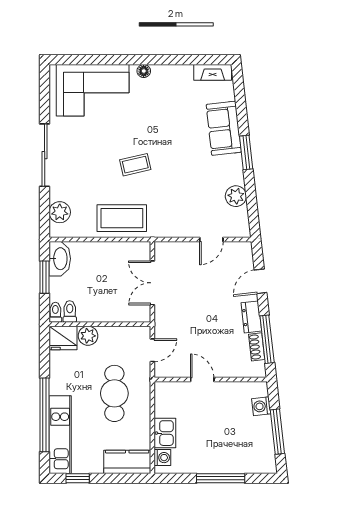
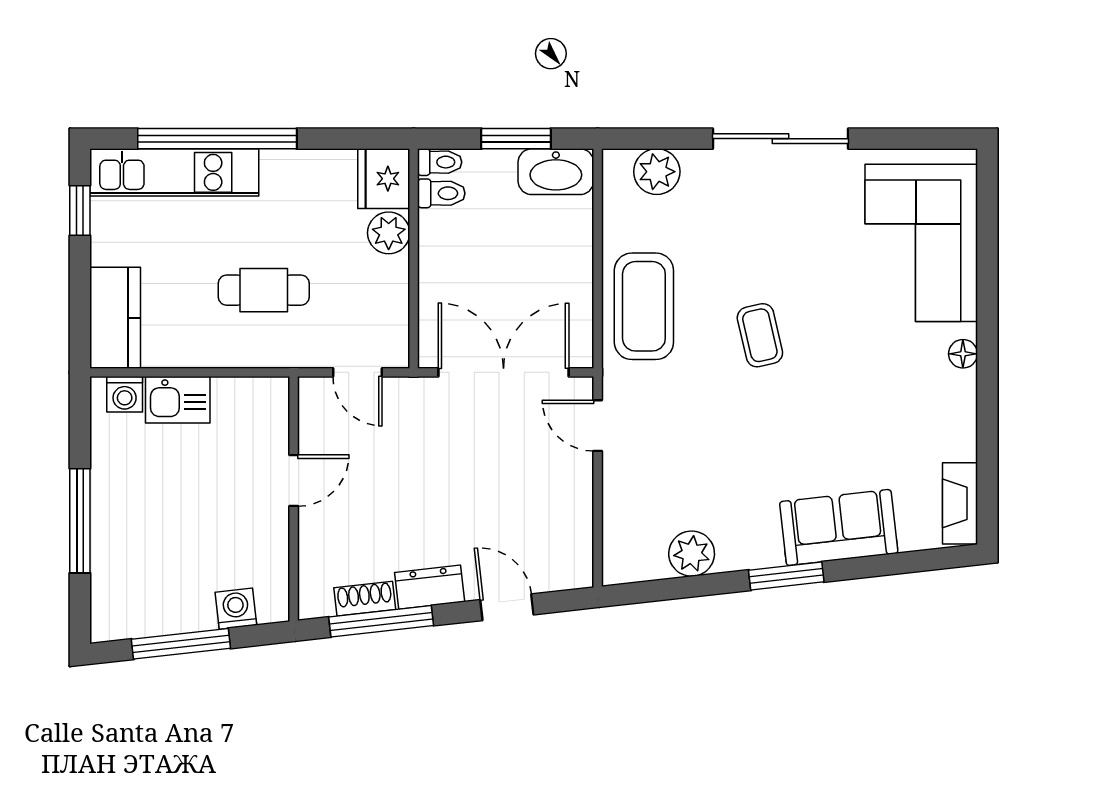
door: (211, 239) -> (598, 426), moved
double door: (152, 283) -> (504, 372), width x1.37
cafe table: (114, 393) -> (264, 290), width x0.73, depth x0.74

